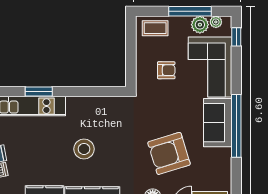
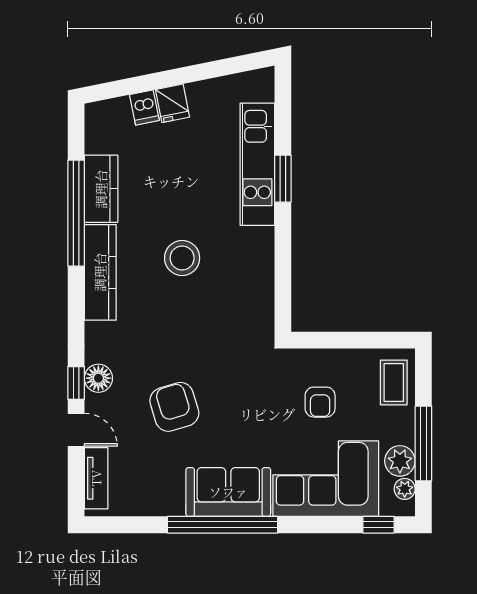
armchair: (169, 153) -> (174, 407), width x0.73, depth x0.73

